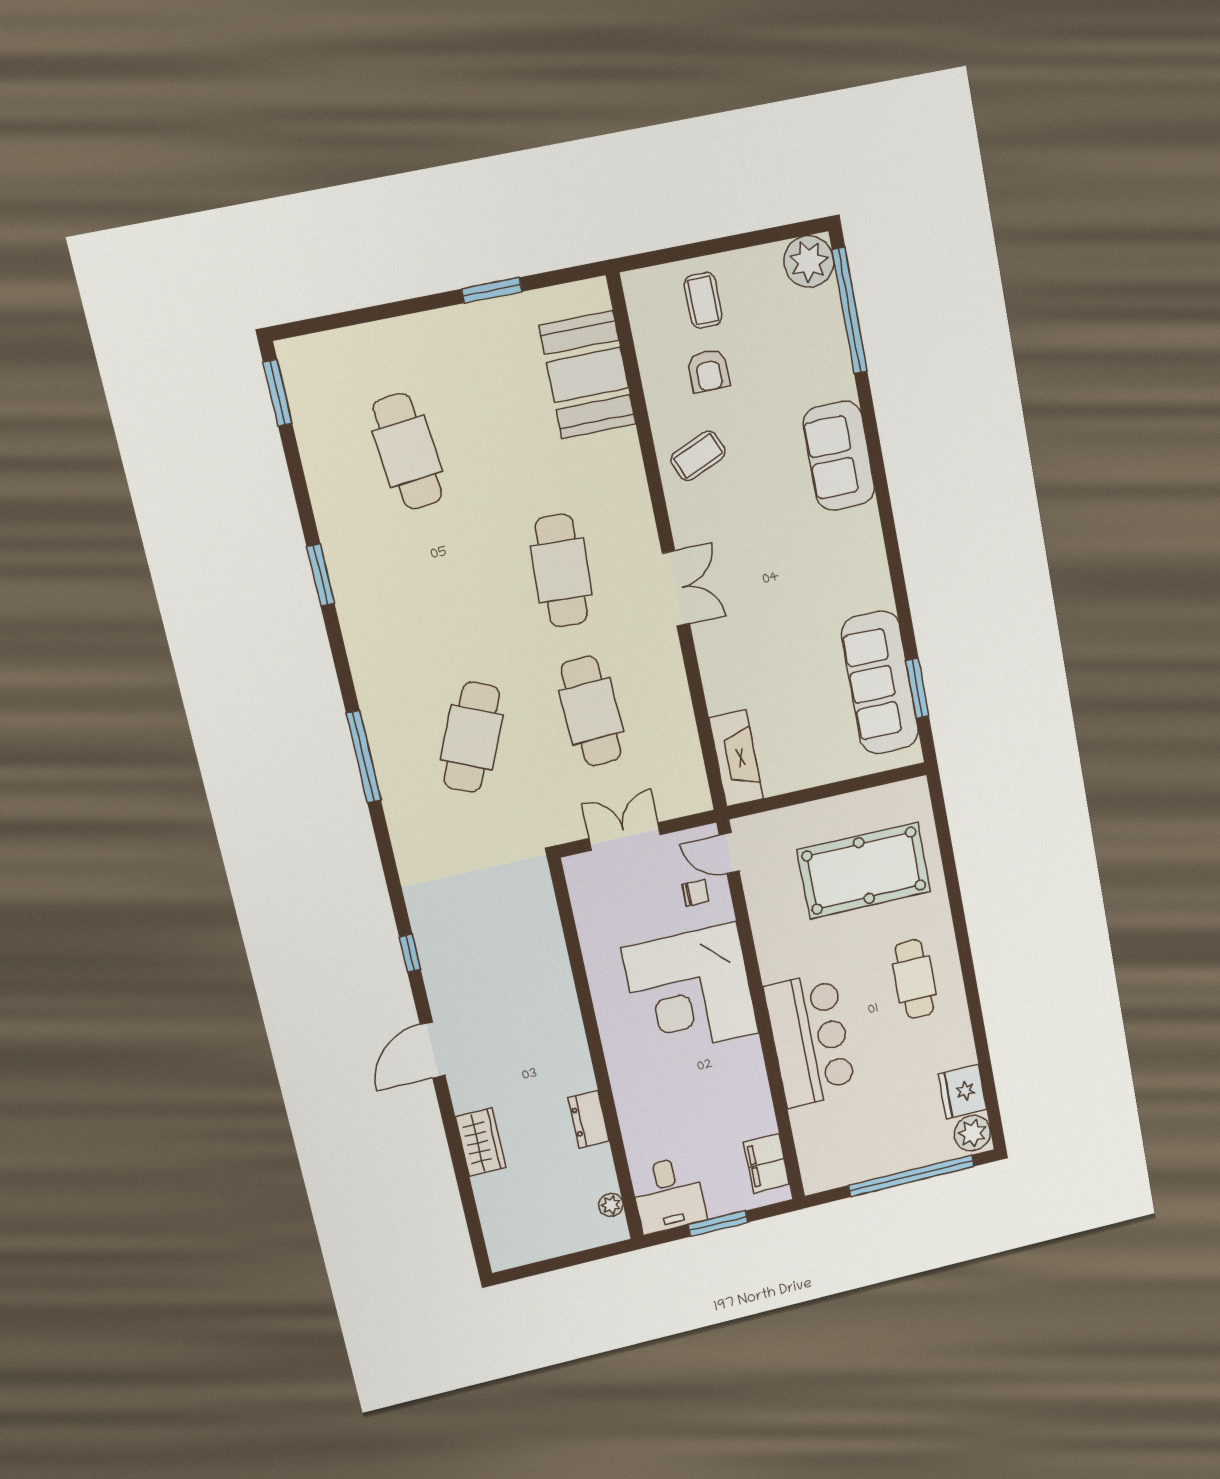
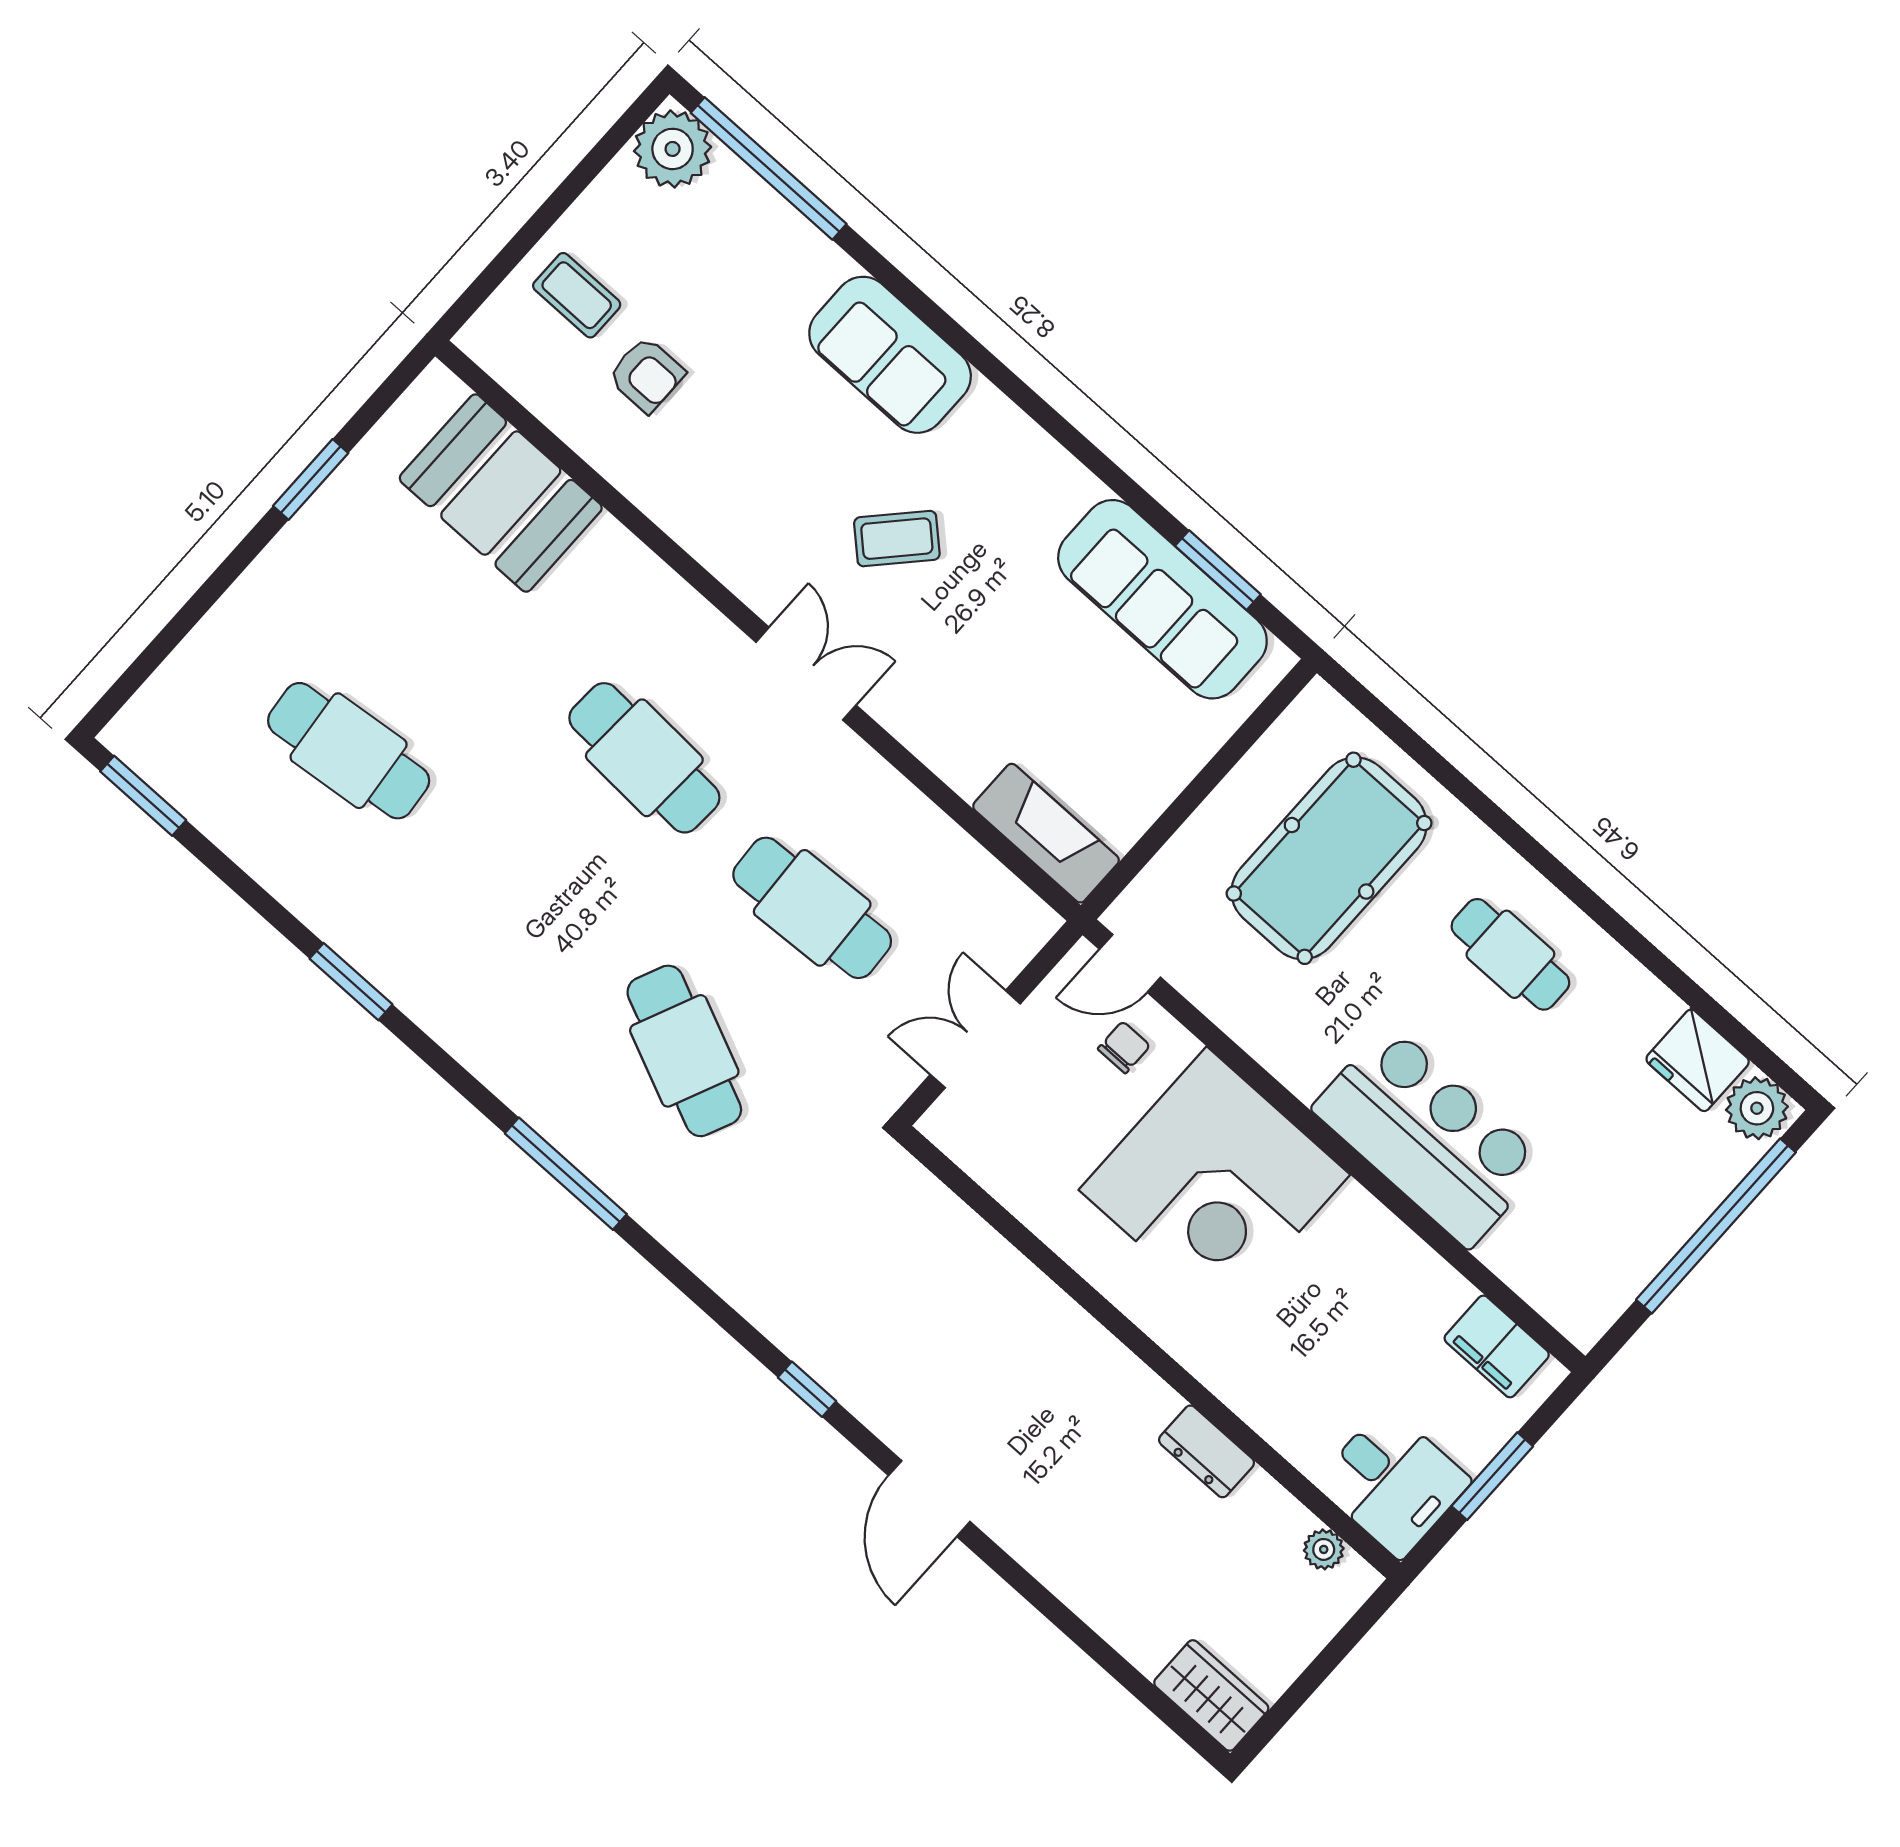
coffee table: (698, 456) -> (897, 539), moved, turned 66
wardrobe: (481, 1142) -> (1211, 1695), moved

